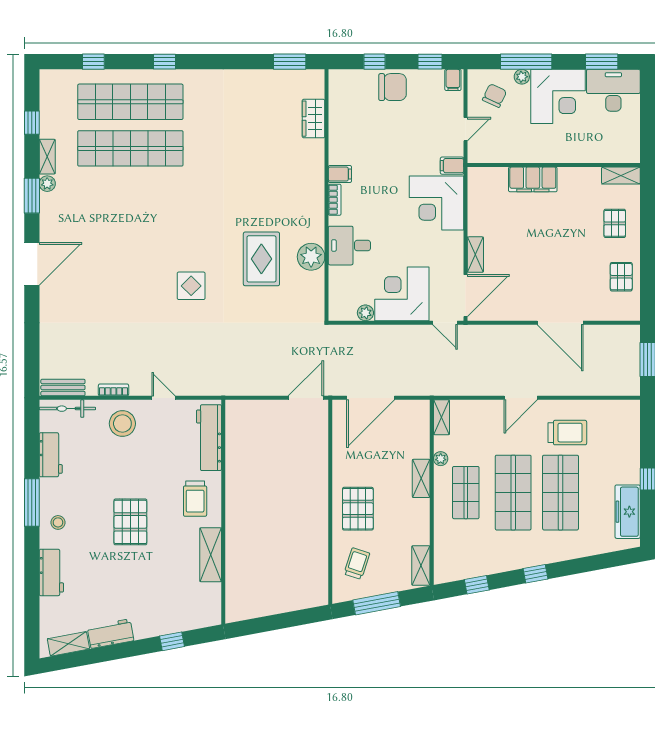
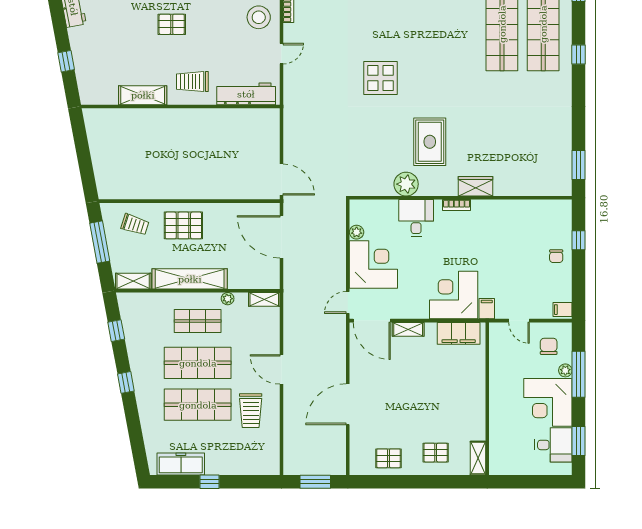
window: (430, 62) -> (579, 289), removed
chair: (393, 87) -> (556, 256), width x0.54, depth x0.54
desk: (613, 90) -> (553, 445), width x0.73
chair: (495, 96) -> (549, 346), turned -115
wardrobe: (313, 119) -> (475, 186), moved
filing cabinet: (340, 174) -> (479, 210), removed
filing cabinet: (533, 179) -> (459, 333), moved, turned -90
rug: (261, 259) -> (430, 142), moved, turned 90
display table: (191, 286) -> (380, 78), width x1.36, depth x1.36
shelving: (421, 478) -> (190, 279), width x2.20, depth x1.33
pallet: (130, 522) -> (172, 24), width x0.67, depth x0.71

